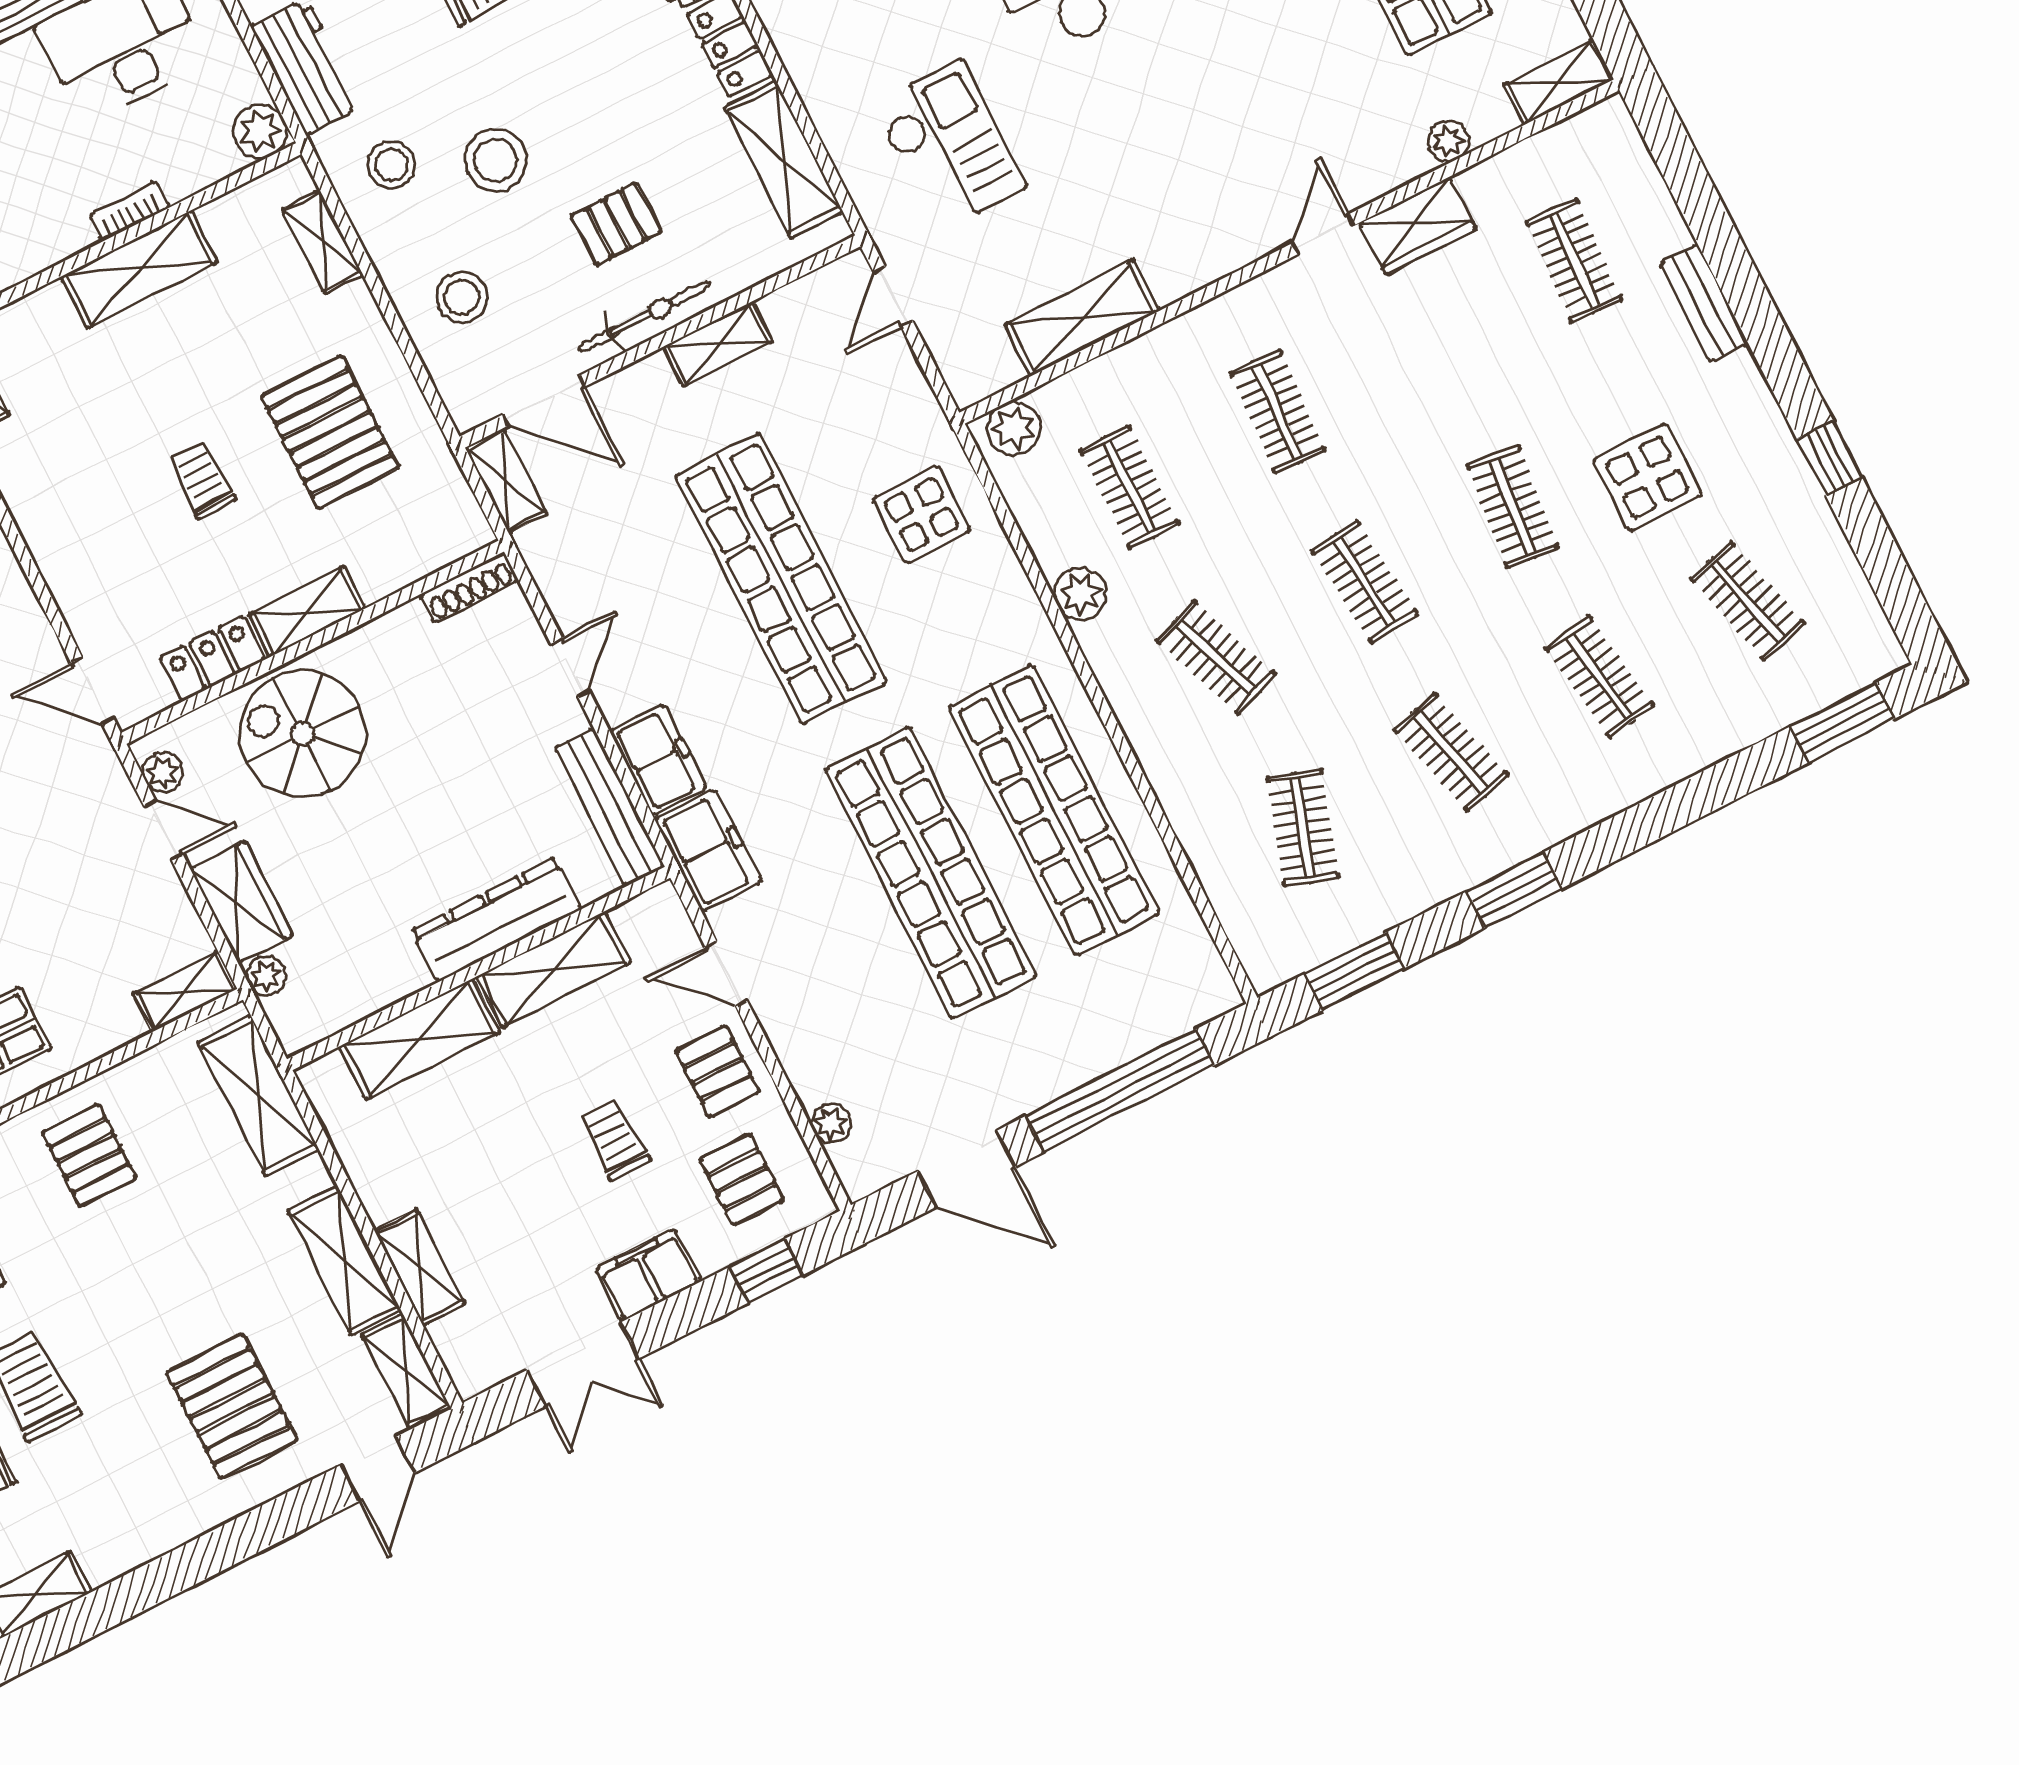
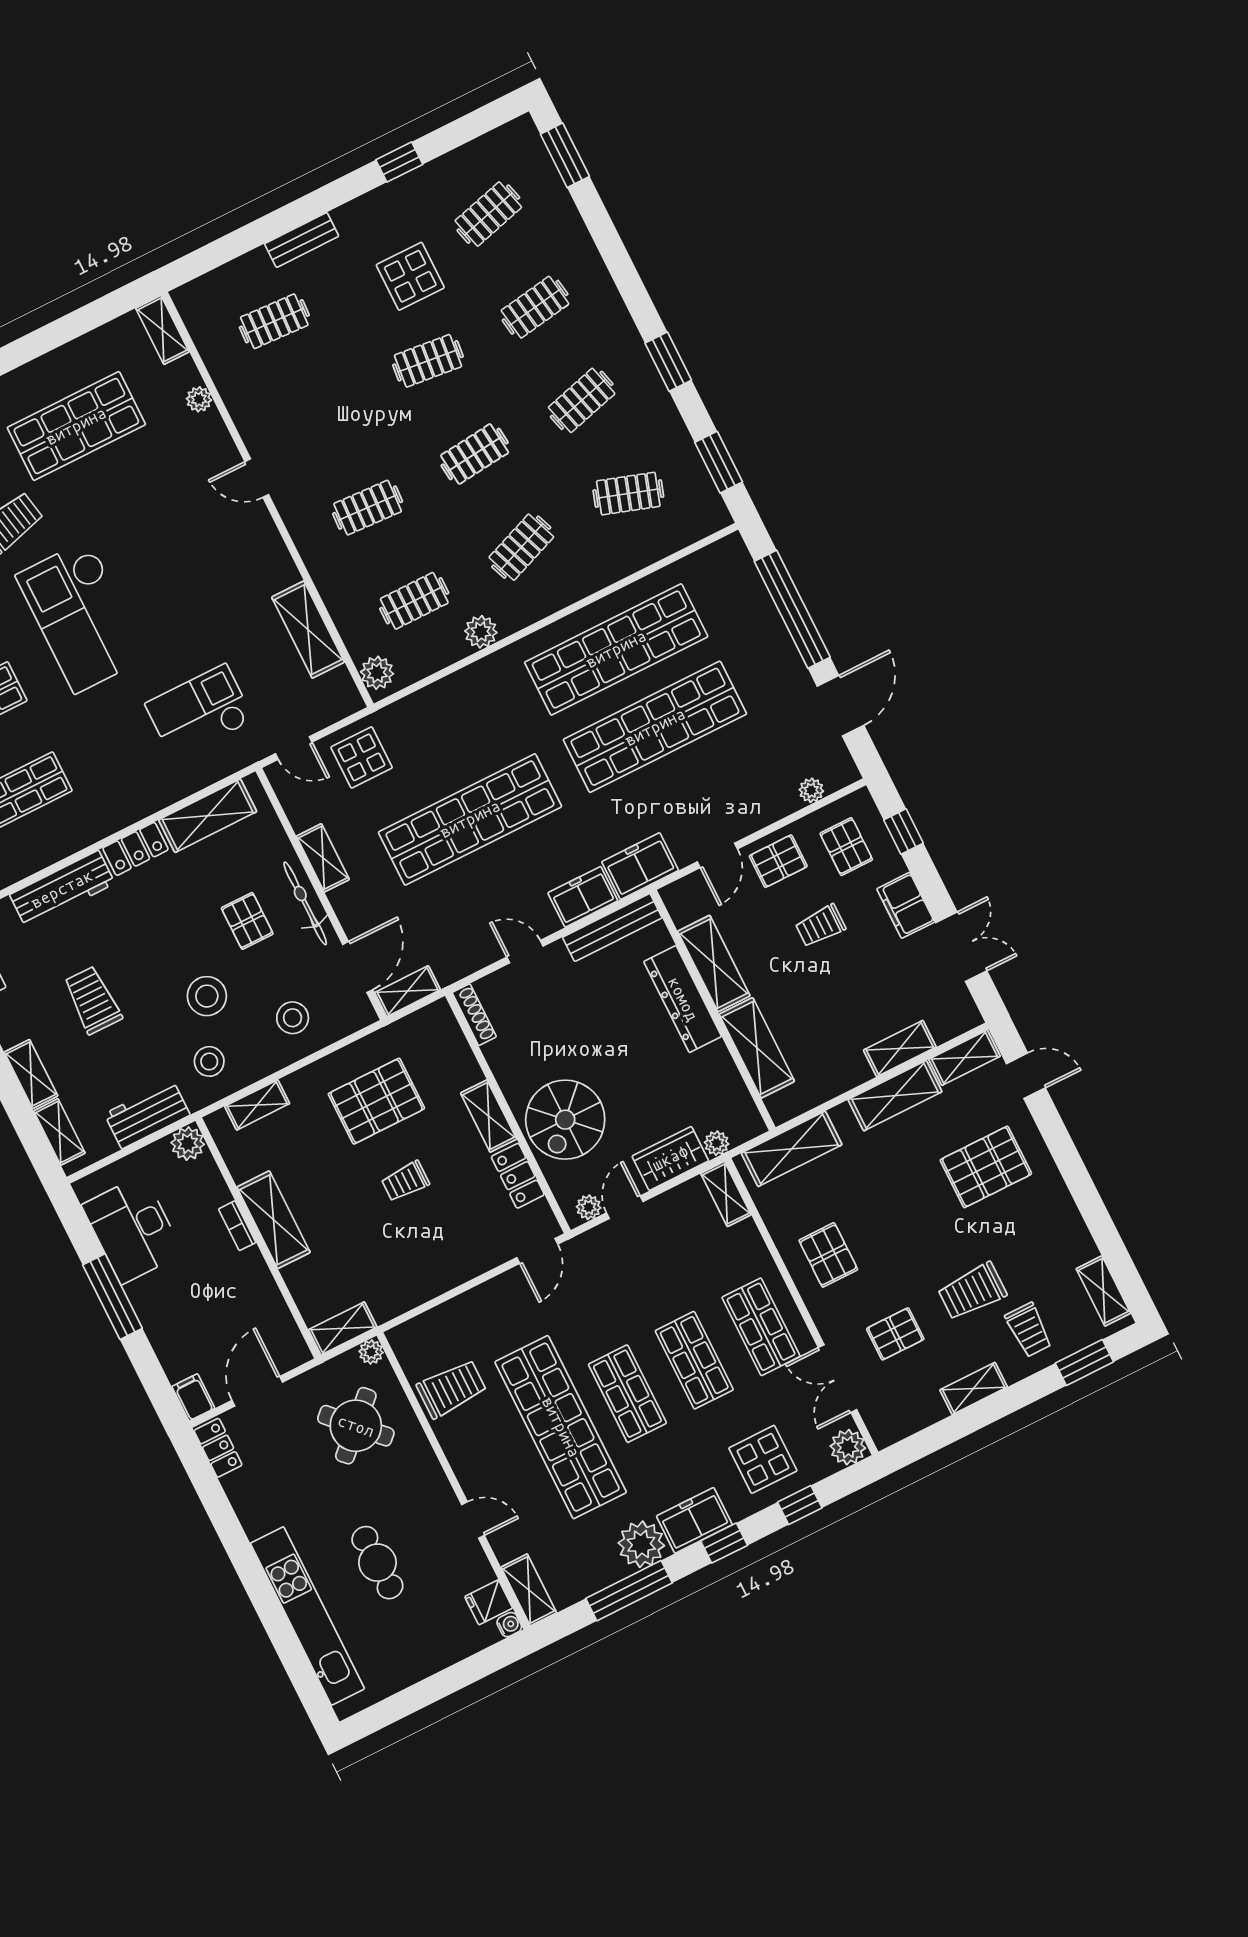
wardrobe: (1418, 226) -> (252, 419), removed
display table: (922, 514) -> (362, 757), moved
pallet: (89, 1155) -> (828, 1255), turned 90
pallet: (742, 1180) -> (846, 847), turned 90

